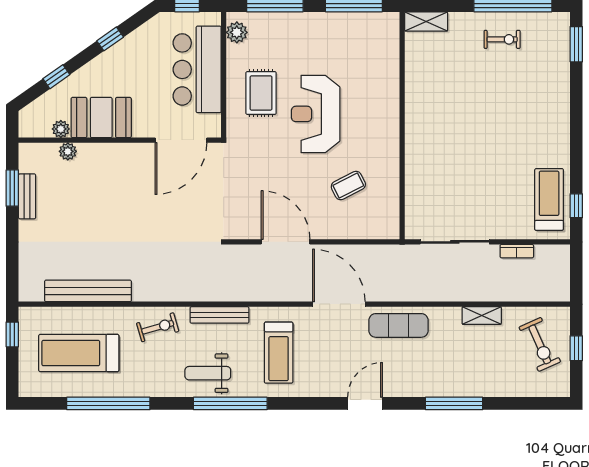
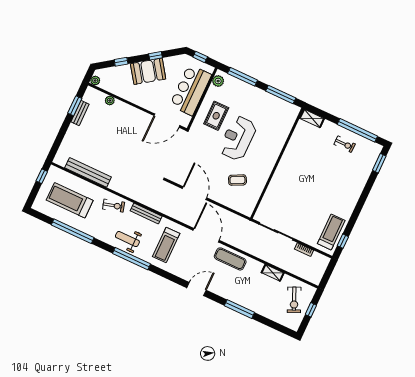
booth: (101, 118) -> (148, 71), moved, turned -35
plant: (61, 129) -> (95, 81), moved

